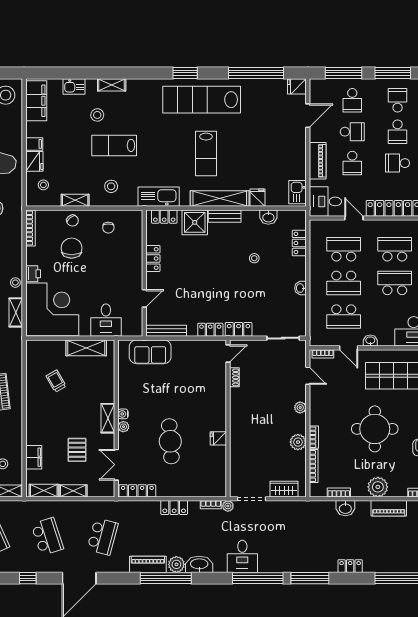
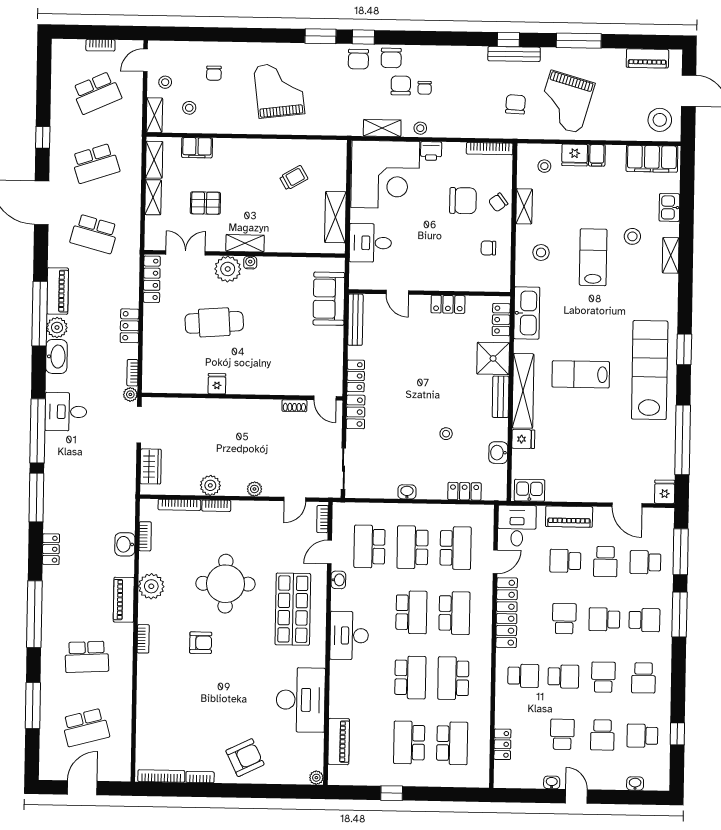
plant: (123, 427) -> (228, 269), width x1.88, depth x1.88

